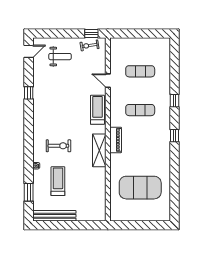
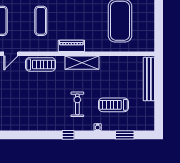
window: (29, 93) -> (68, 135), moved
treadmill: (97, 110) -> (40, 64), turned 180
bench: (55, 216) -> (149, 79), moved

